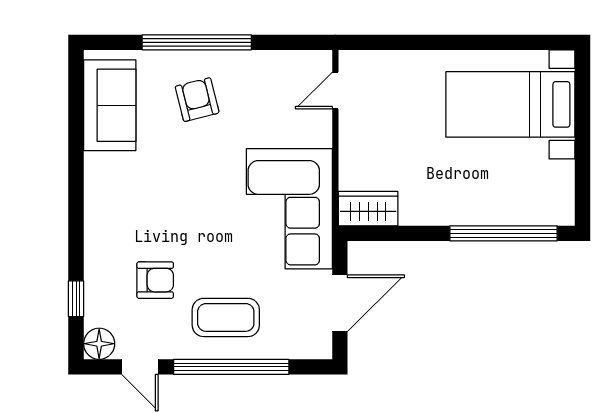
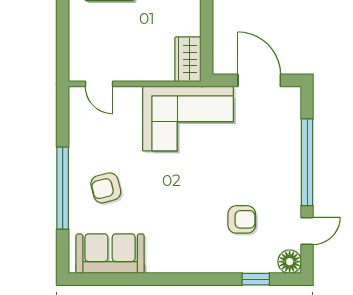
armchair: (155, 280) -> (242, 219), turned 90
coffee table: (226, 317) -> (270, 166), removed

